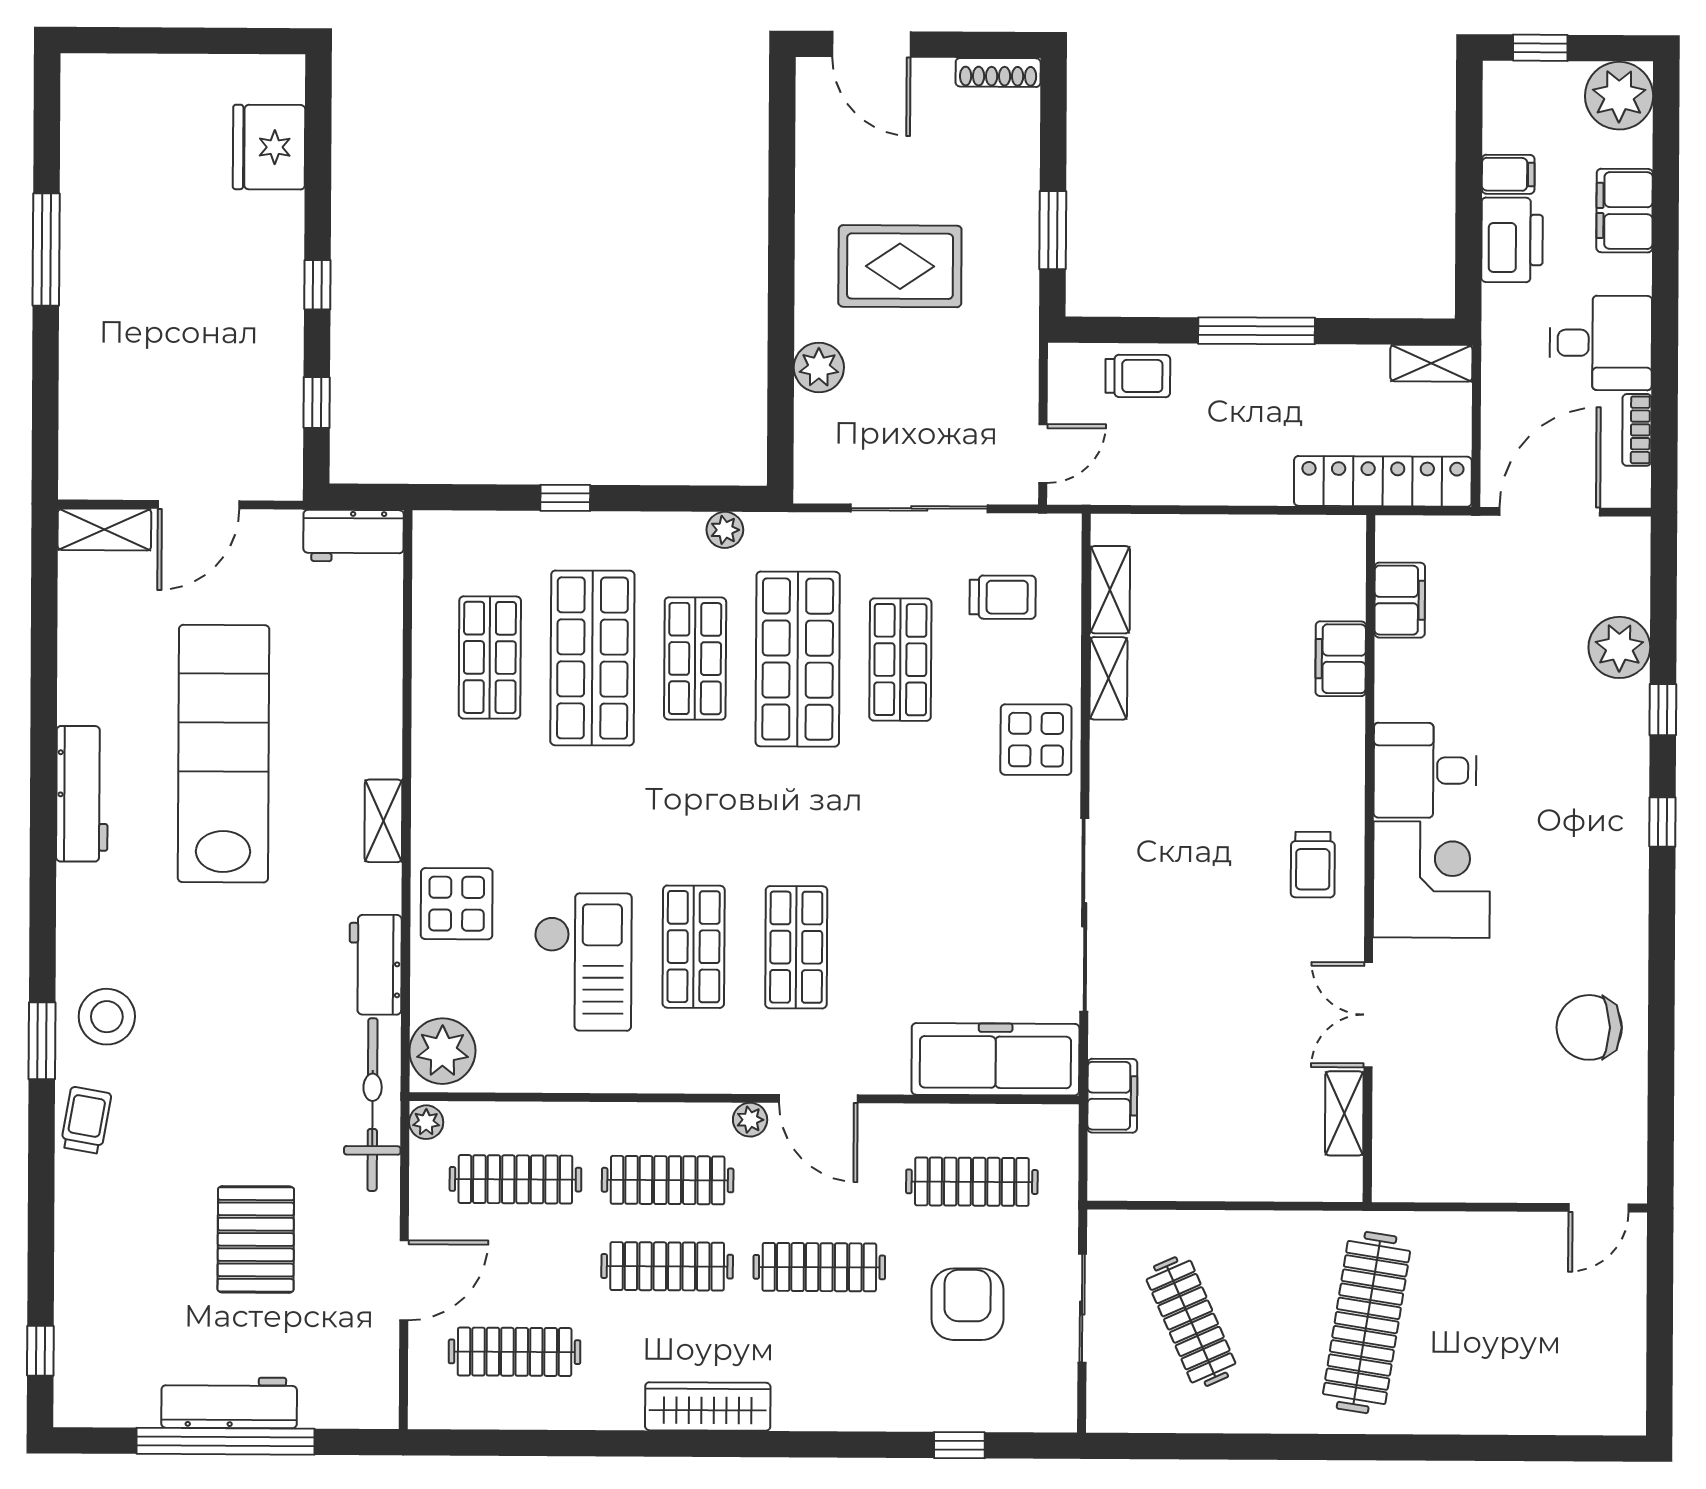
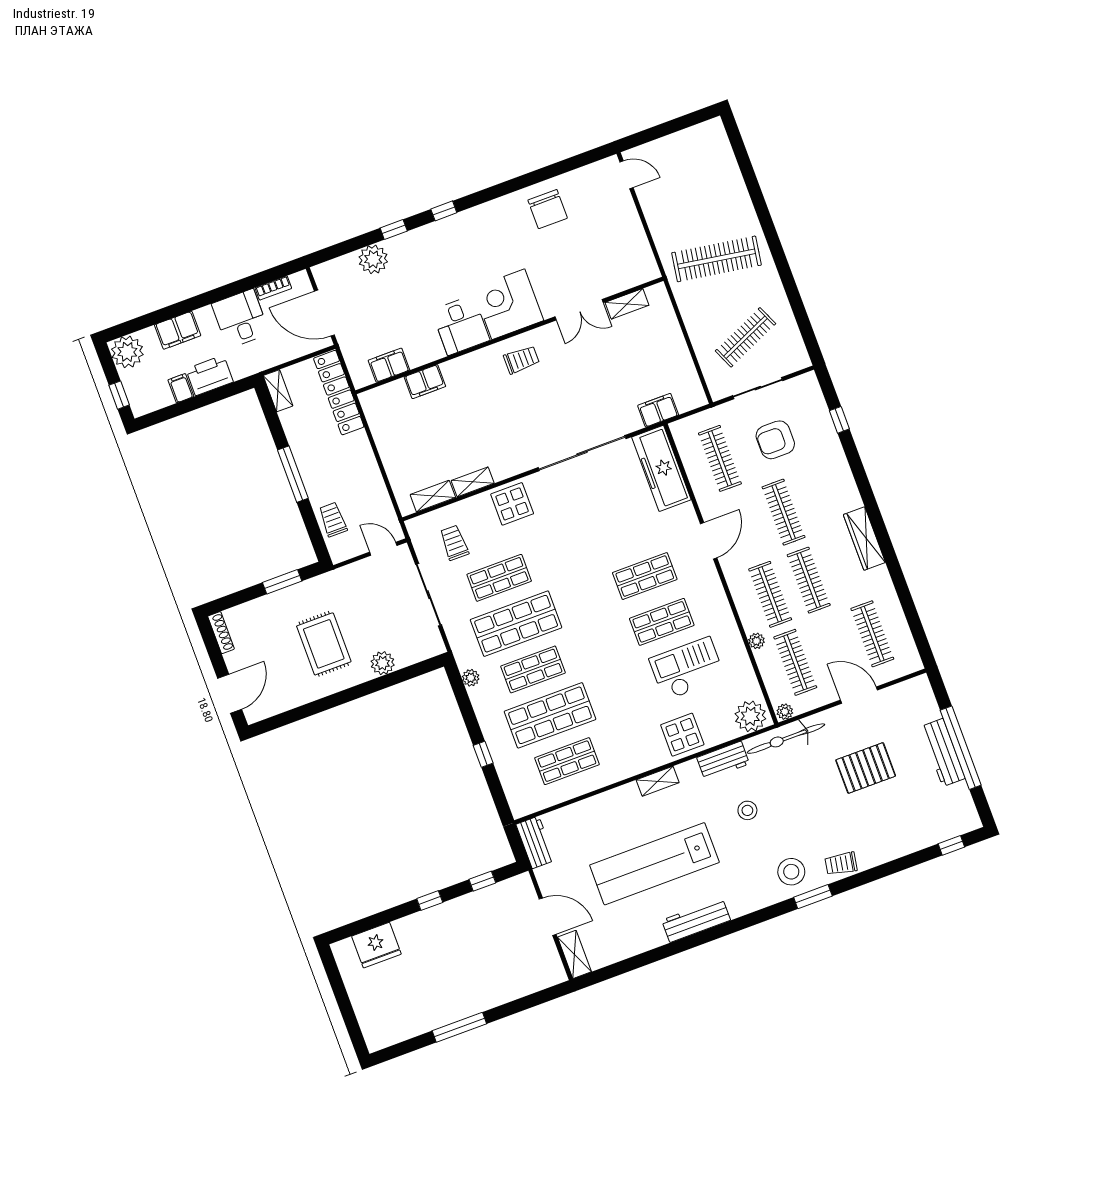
stool: (260, 976) -> (747, 810), added
plant: (750, 1120) -> (756, 641), moved

